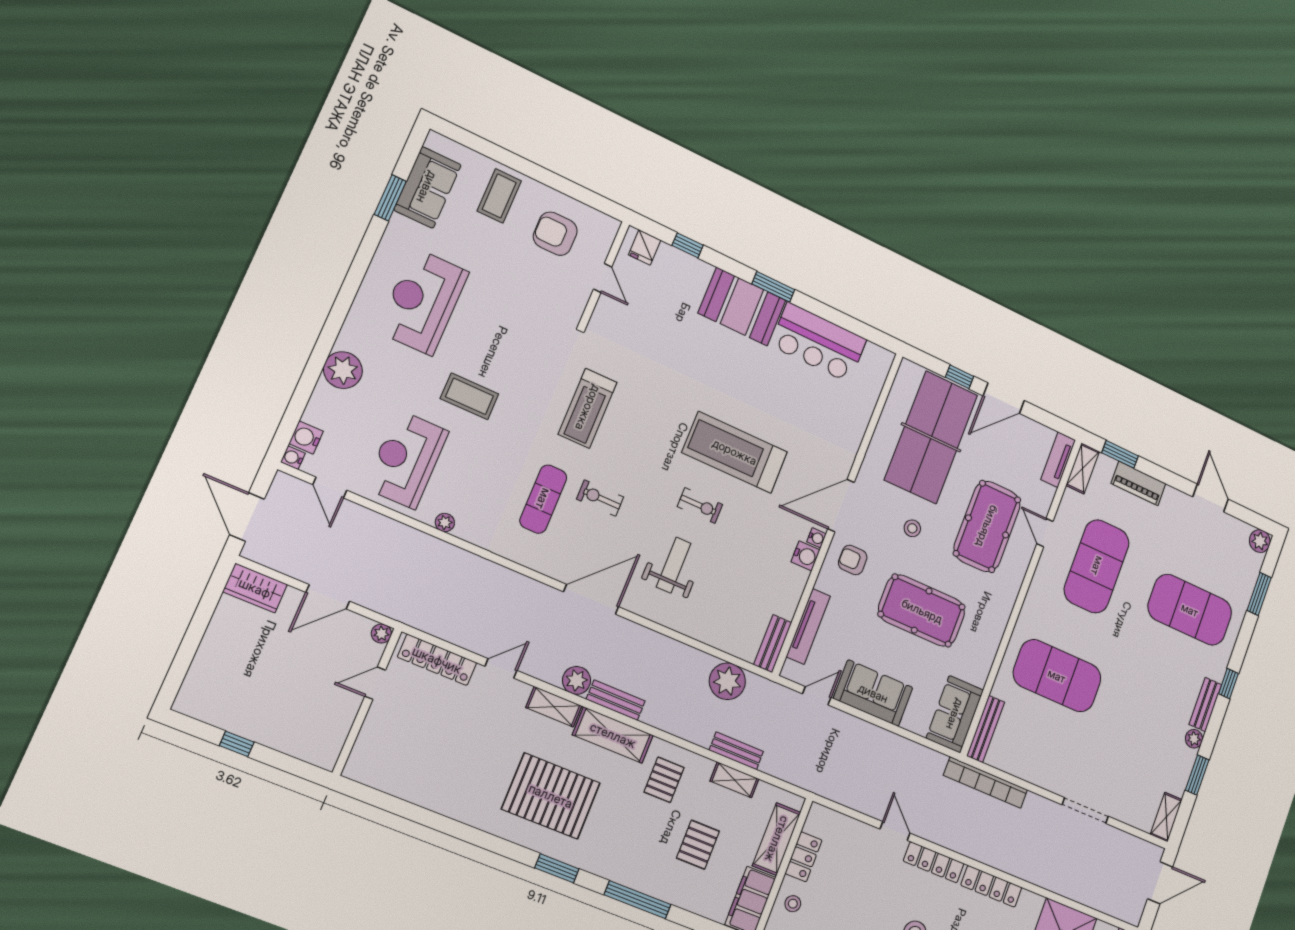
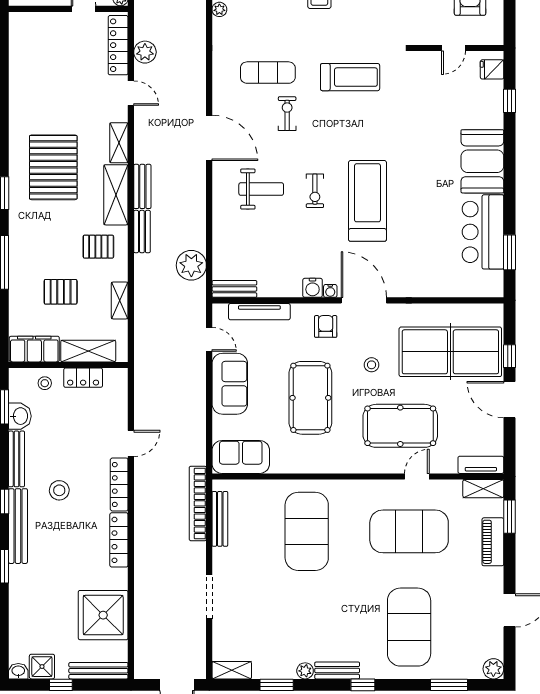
window: (773, 287) -> (510, 252), moved
treadmill: (588, 408) -> (350, 77), turned 180
plant: (577, 680) -> (145, 52), moved
bench: (986, 729) -> (220, 519), moved, turned 90
bench: (736, 751) -> (142, 232), moved

